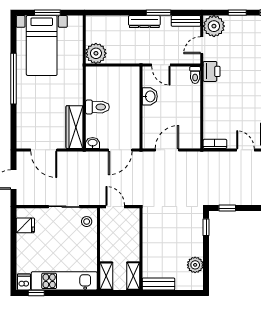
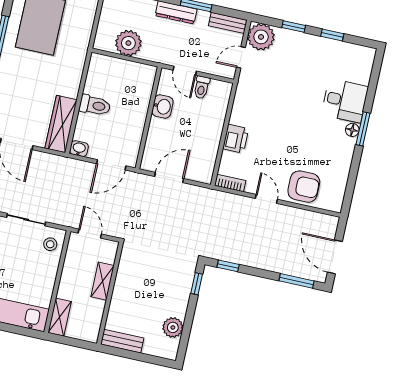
plant: (96, 53) -> (128, 43), moved
printer: (212, 71) -> (236, 139), moved
toilet: (195, 75) -> (202, 87), moved
shelving: (133, 276) -> (102, 281), moved

